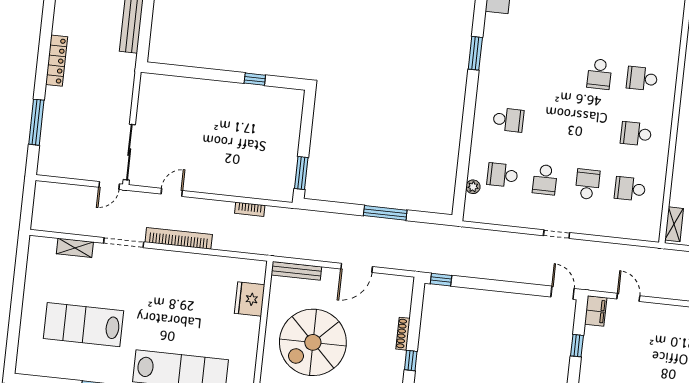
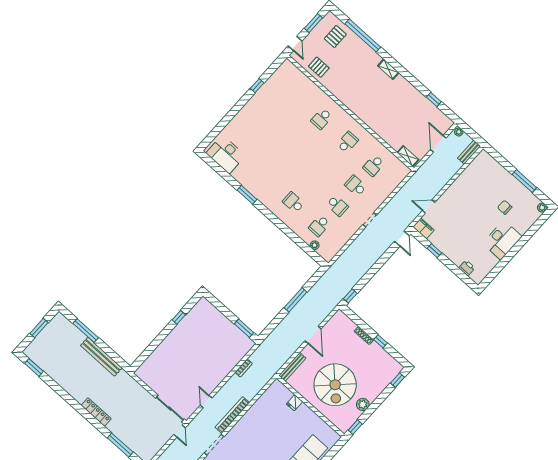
school desk: (599, 74) -> (303, 139), removed
school desk: (508, 120) -> (293, 202), turned -90
school desk: (636, 134) -> (348, 142), turned 180
door: (563, 293) -> (402, 239), swing flipped
fridge: (250, 299) -> (294, 403), width x0.53, depth x0.75

